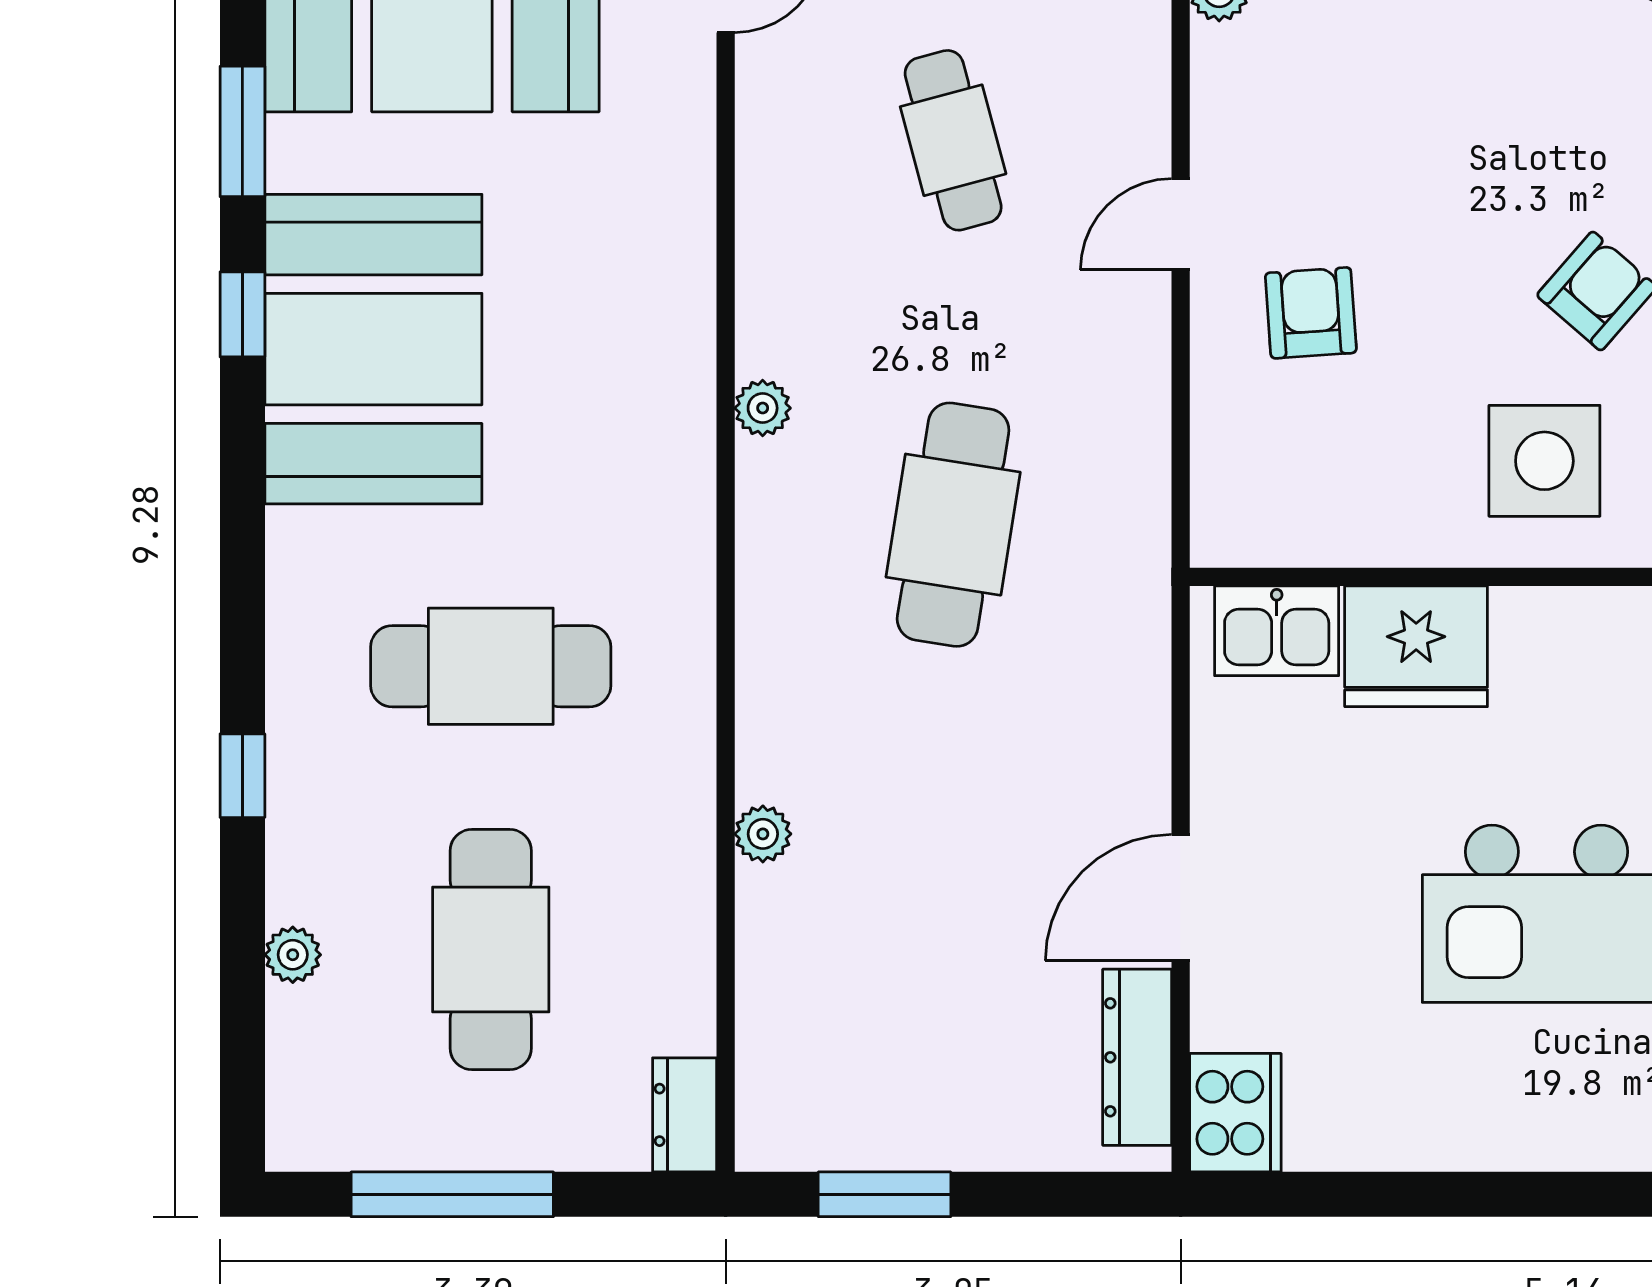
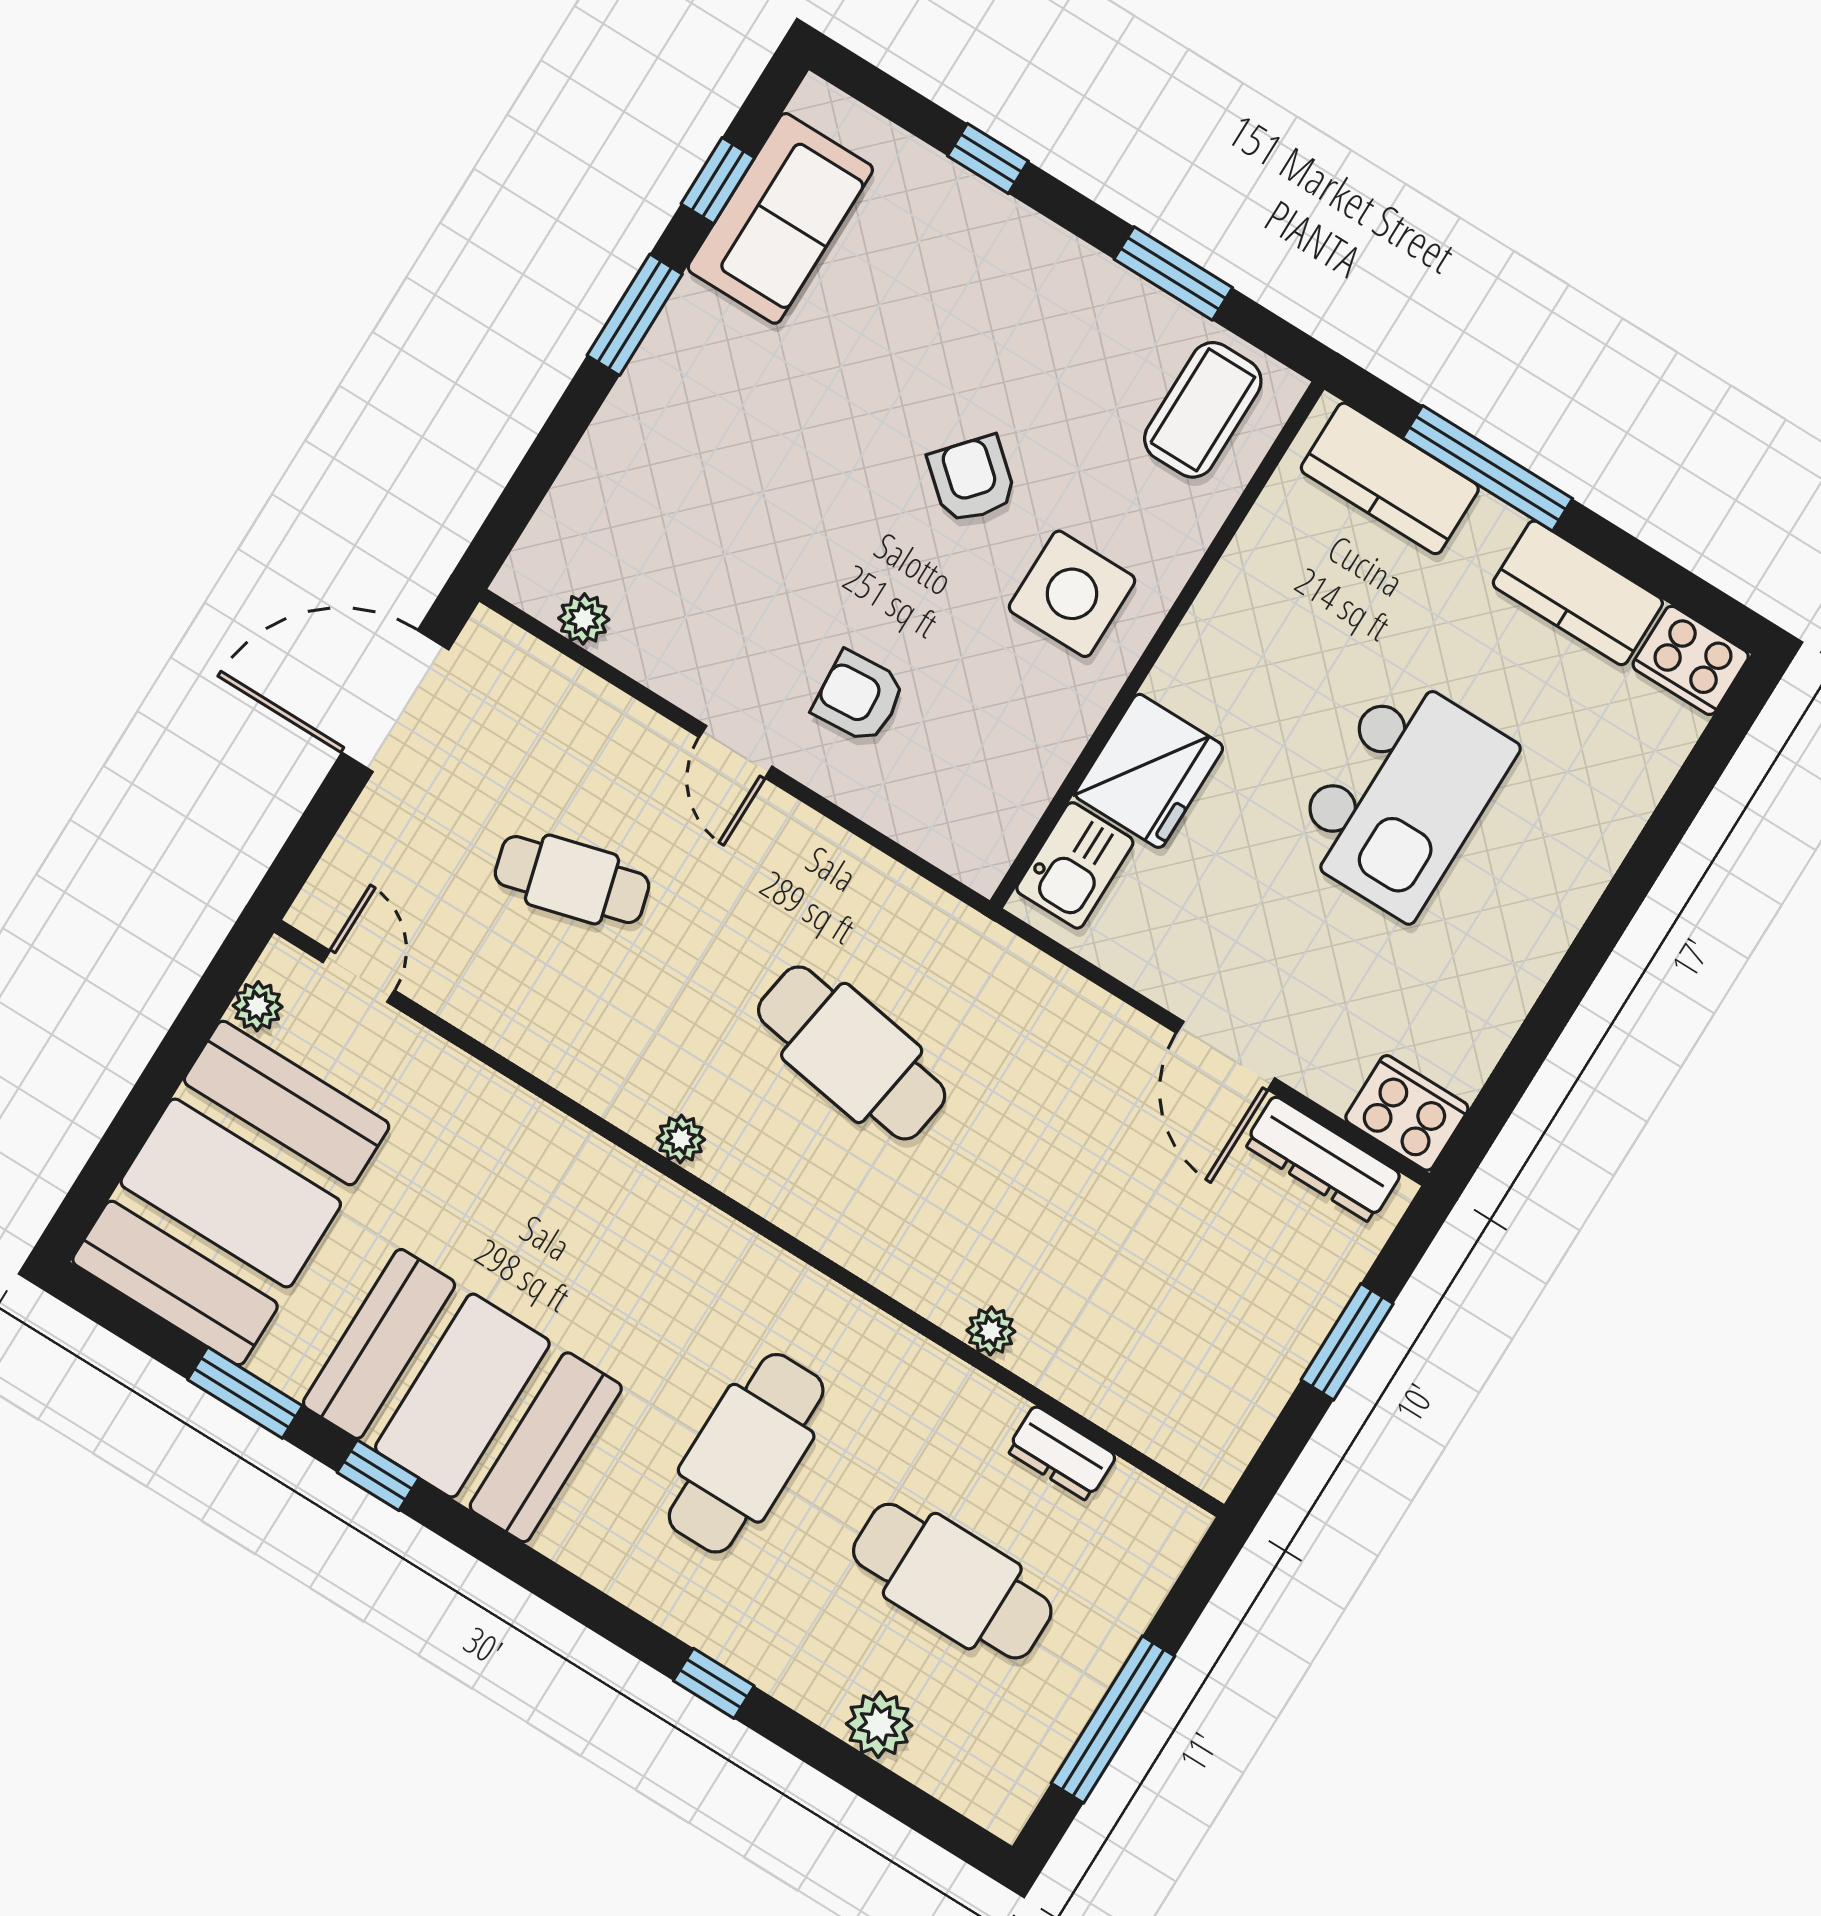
plant: (293, 955) -> (879, 1725), width x1.38, depth x1.38
dresser: (685, 1115) -> (1061, 1453), moved
window: (885, 1194) -> (1347, 1342), moved

